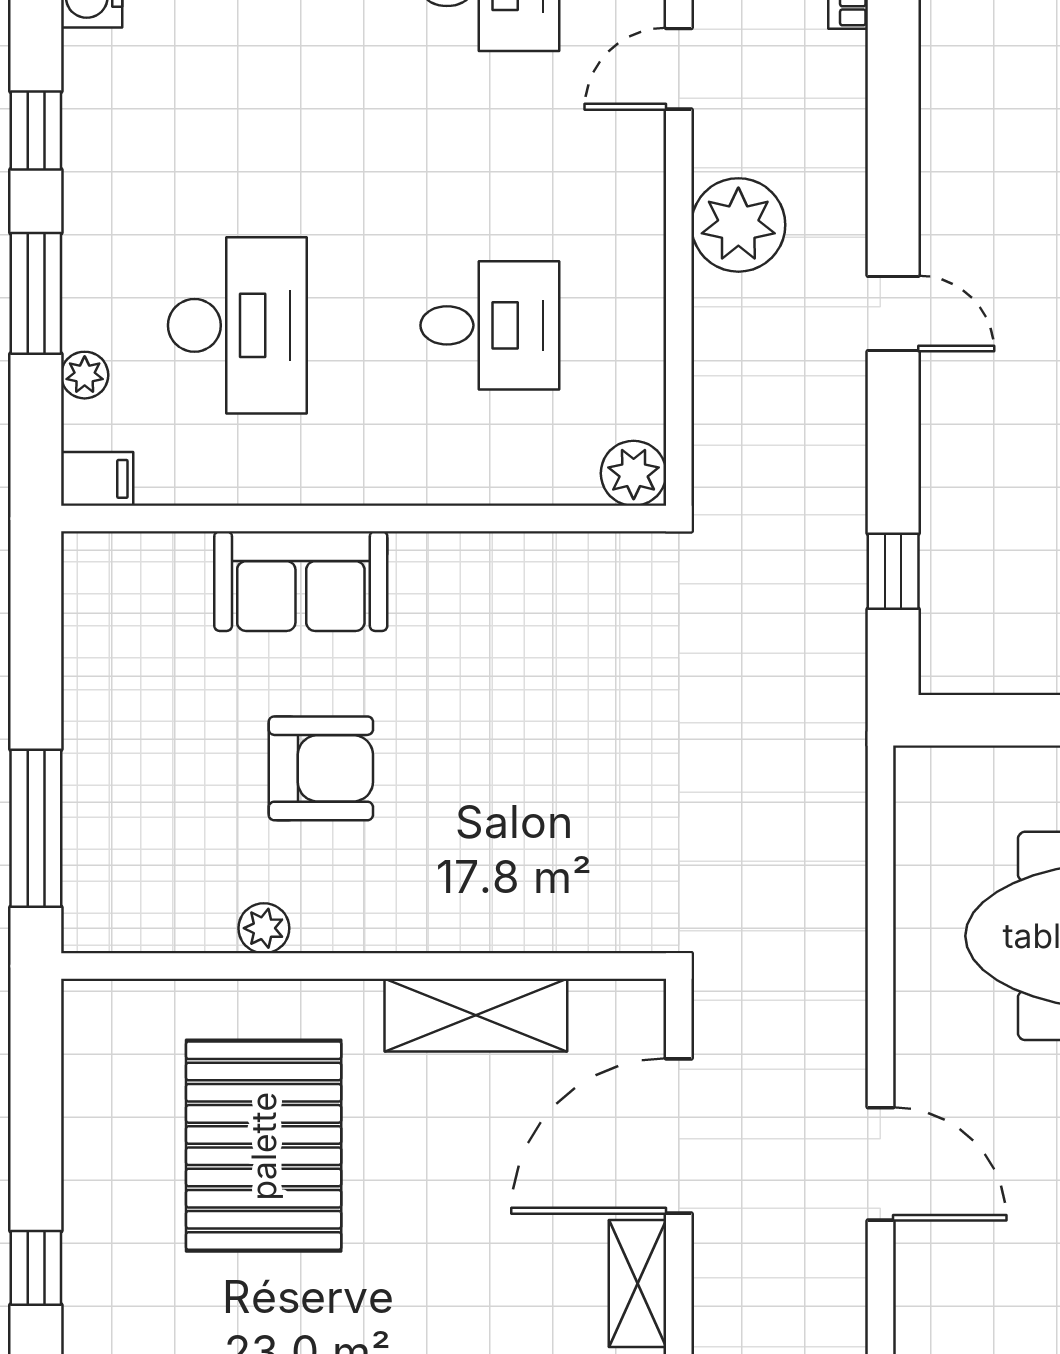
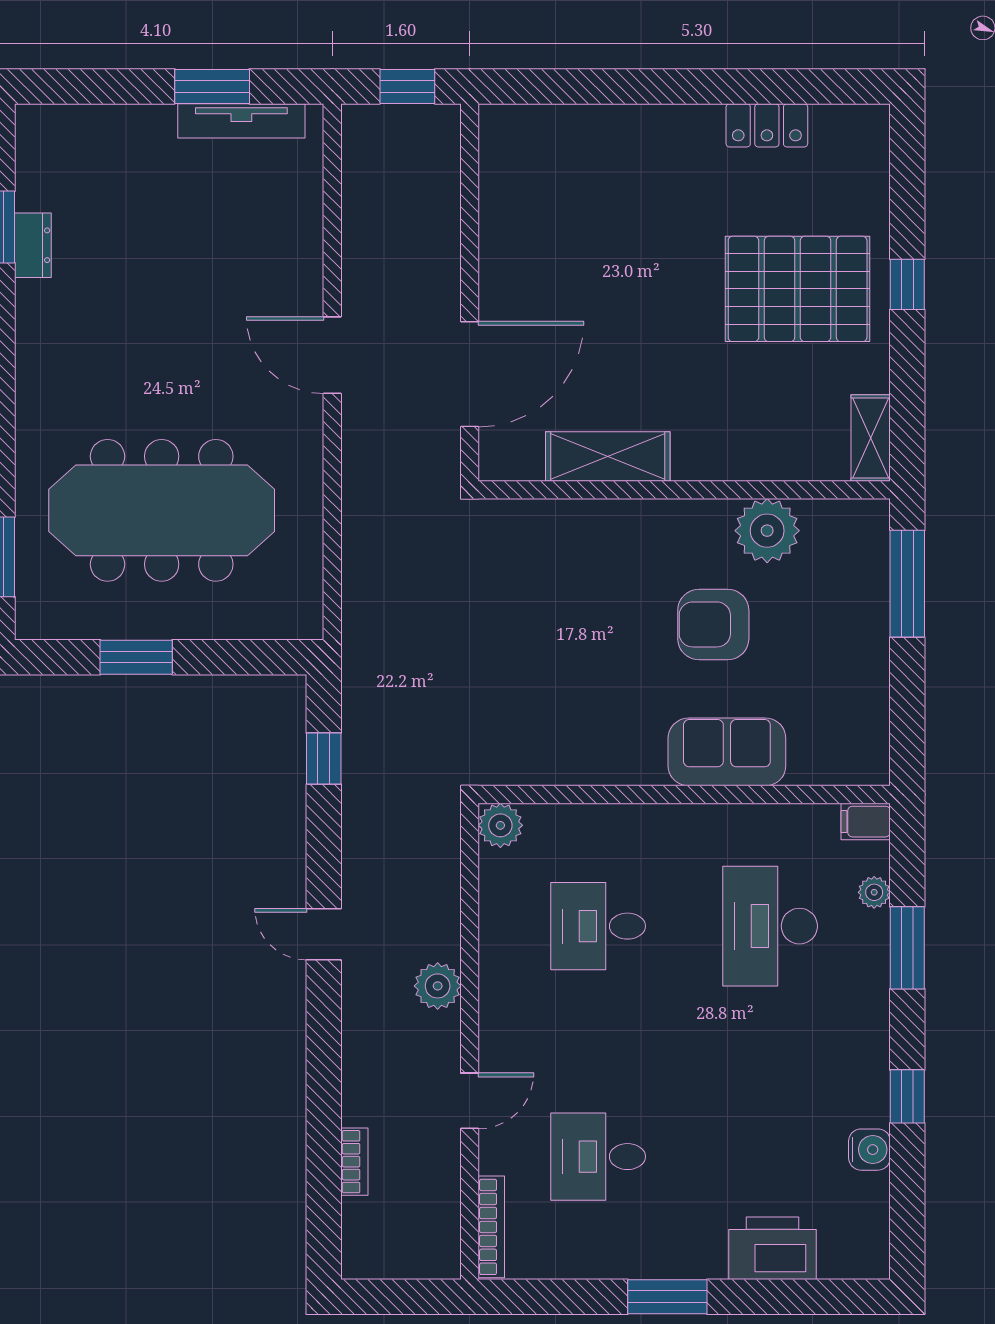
window: (36, 131) -> (907, 1096), moved
plant: (738, 225) -> (438, 986), width x0.73, depth x0.73
plant: (264, 928) -> (767, 531), width x1.87, depth x1.87
pallet: (264, 1146) -> (798, 289), moved, turned 90
shelving: (638, 1283) -> (871, 438), moved

